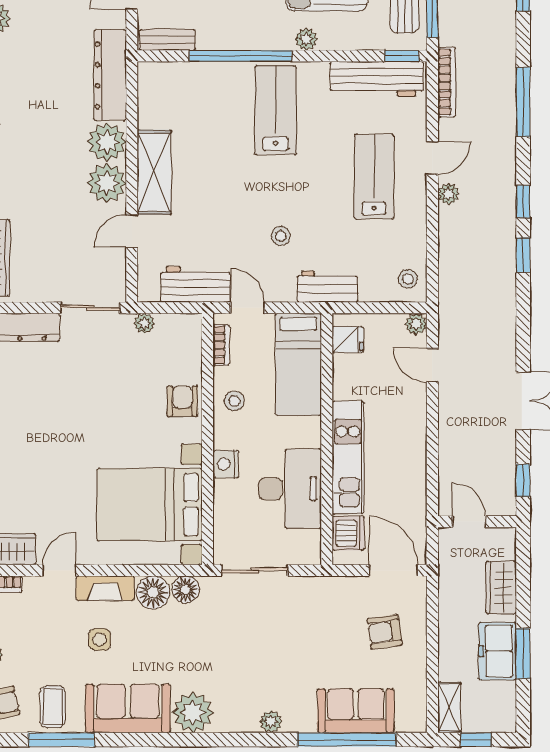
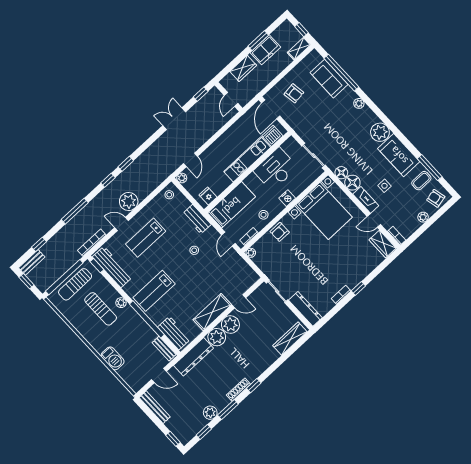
plant: (448, 194) -> (129, 201), width x1.87, depth x1.87
workbench: (195, 284) -> (174, 333), moved, turned 180
plant: (144, 323) -> (251, 253), moved

